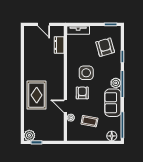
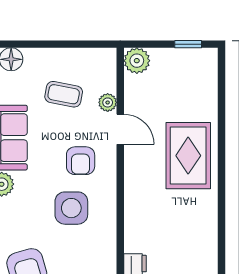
plant: (29, 135) -> (137, 61), moved

